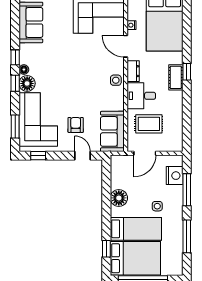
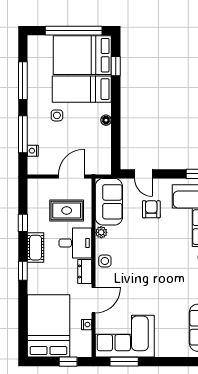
door: (126, 46) -> (93, 300), hinge flipped
cot: (176, 77) -> (36, 248), moved
plant: (119, 105) -> (101, 232), added
window: (187, 113) -> (23, 223), added
armchair: (76, 125) -> (151, 209), turned 180
nightstand: (175, 176) -> (33, 151), width x0.53, depth x0.56
floor lamp: (119, 198) -> (106, 120), width x0.53, depth x0.53

